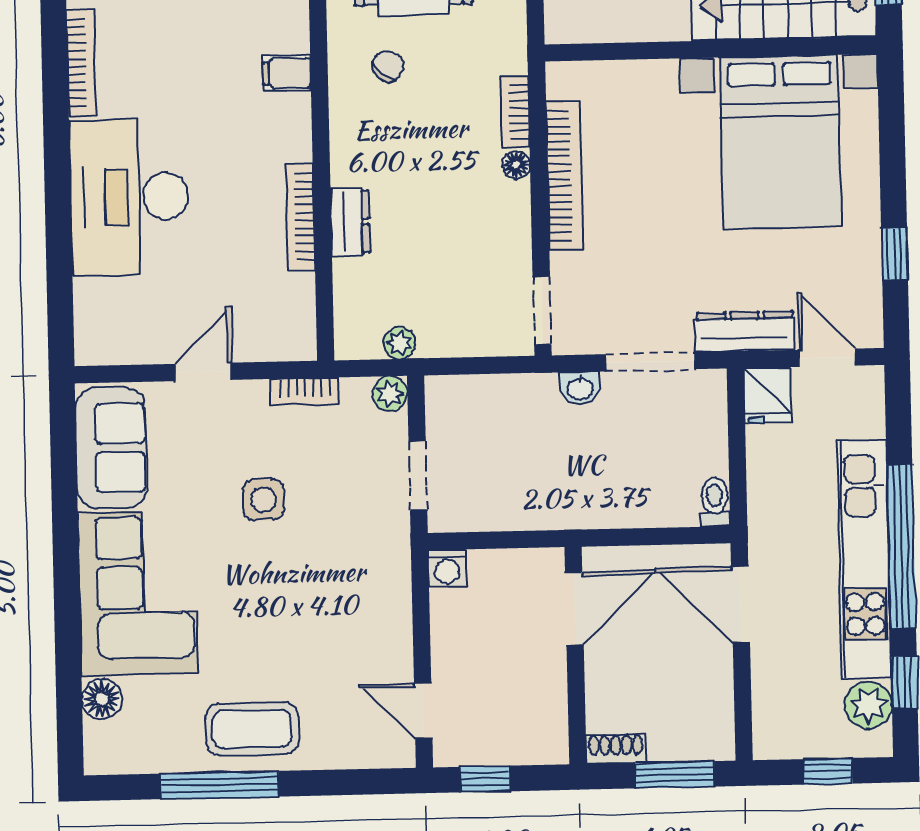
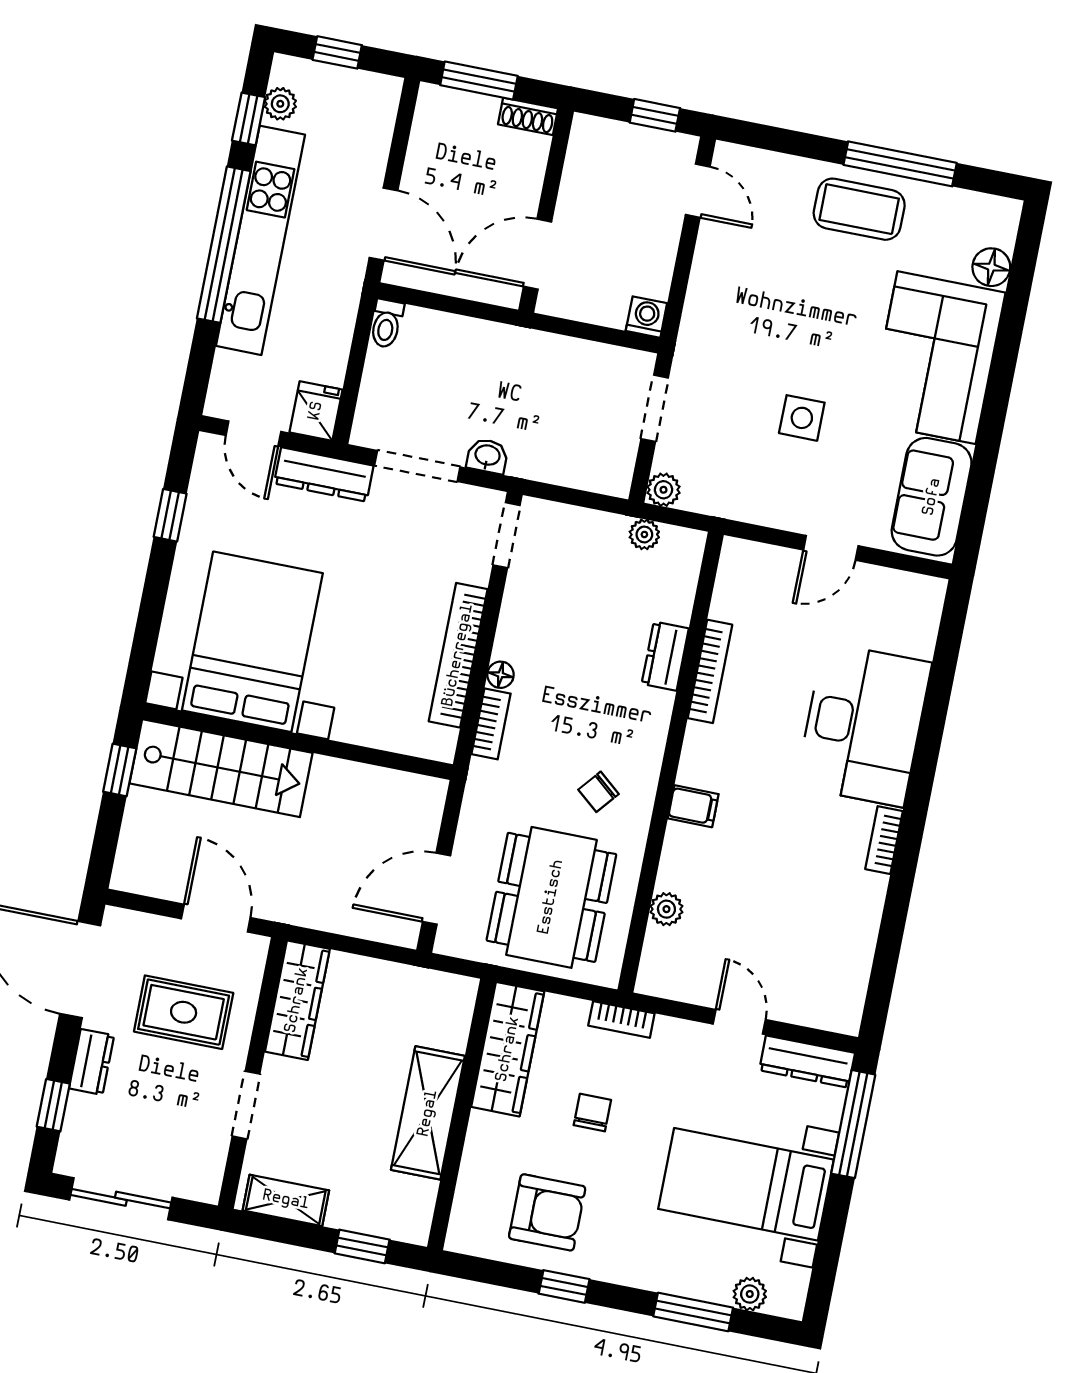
bookcase: (81, 63) -> (884, 840), width x0.64
bookcase: (305, 392) -> (741, 509), removed
plant: (869, 705) -> (280, 104), width x0.73, depth x0.73

